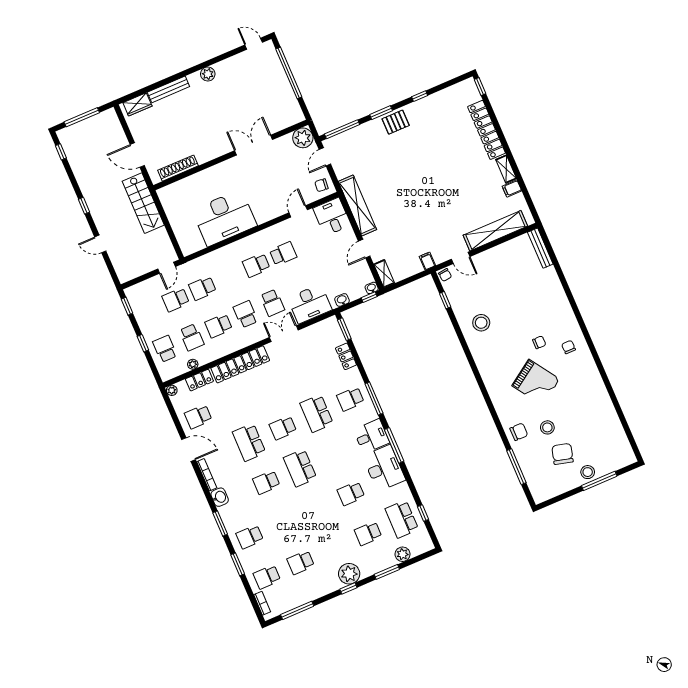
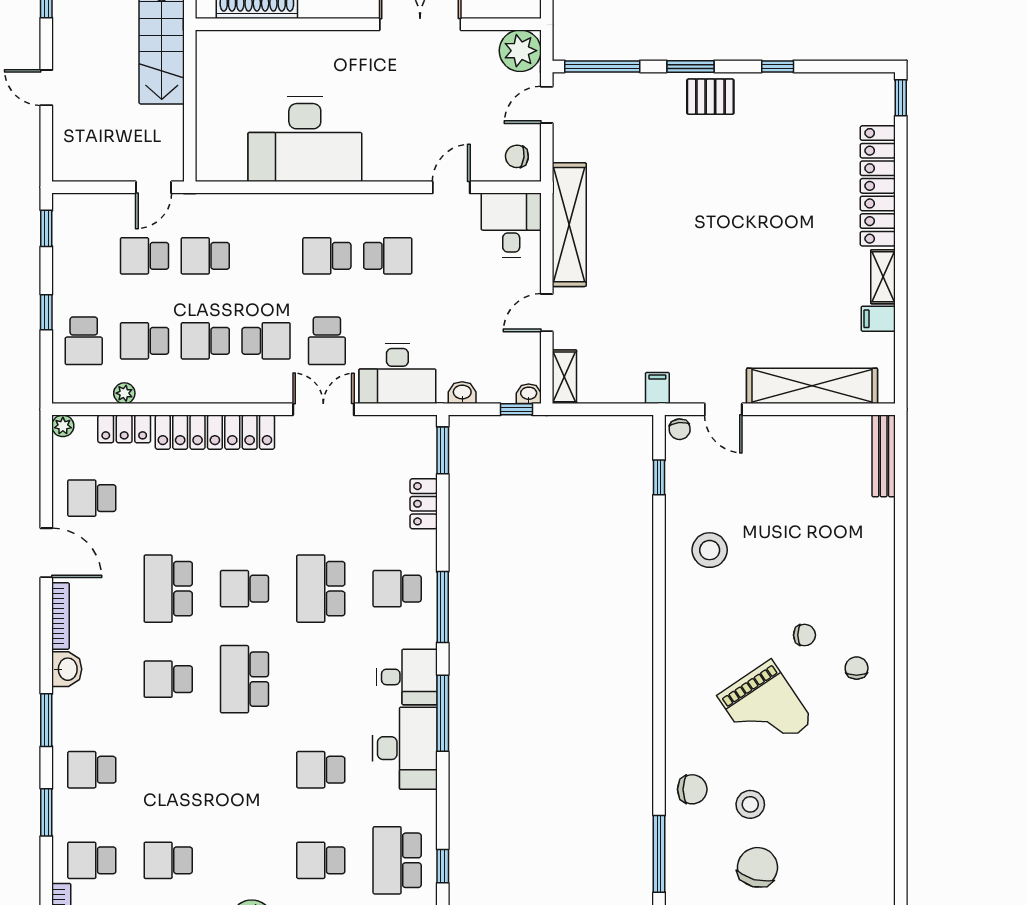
school desk: (245, 314) -> (266, 341), turned 90
school desk: (192, 337) -> (145, 341), turned 90
school desk: (165, 349) -> (84, 341), turned 180

